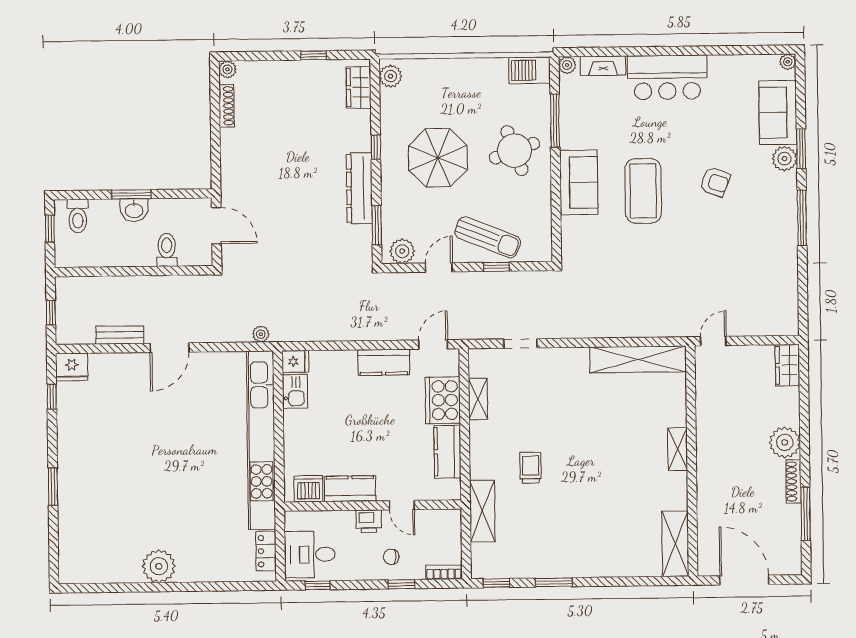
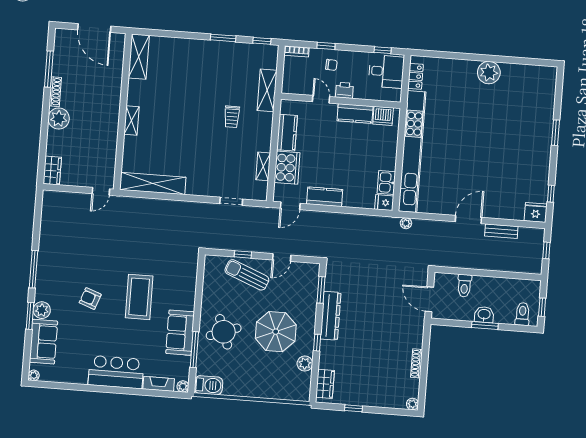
plant: (390, 76) -> (305, 364), moved
shoe rack: (227, 106) -> (417, 363), moved
sofa: (579, 182) -> (180, 333), moved
plant: (402, 251) -> (305, 271), removed

